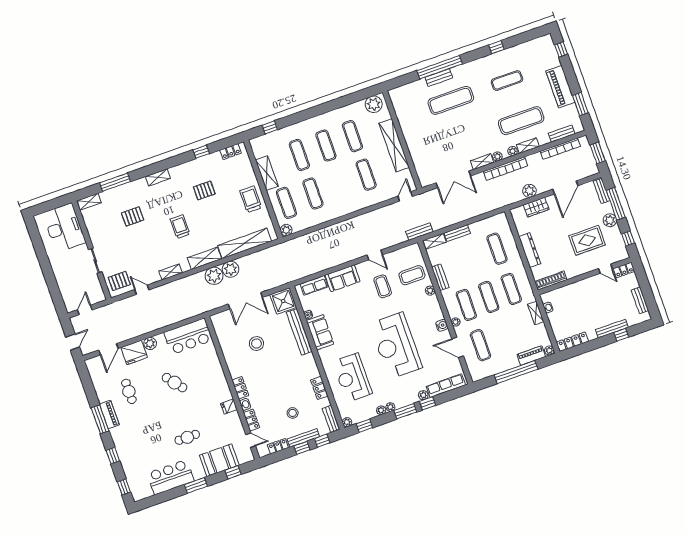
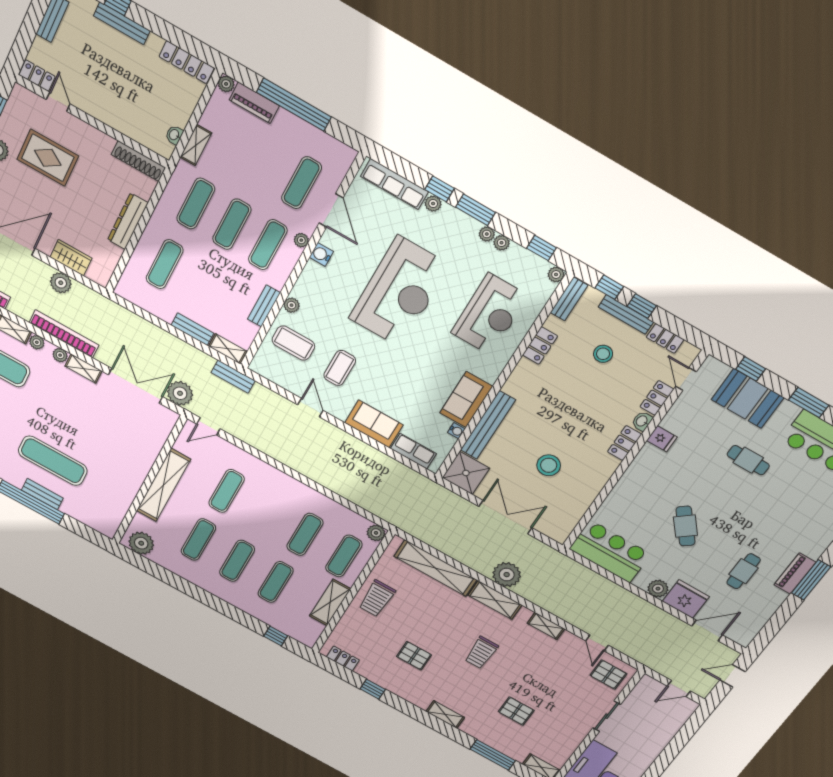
plant: (231, 269) -> (180, 393), moved

